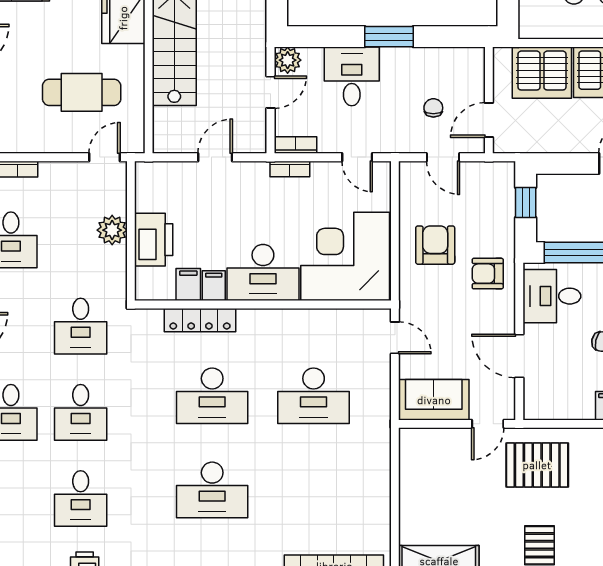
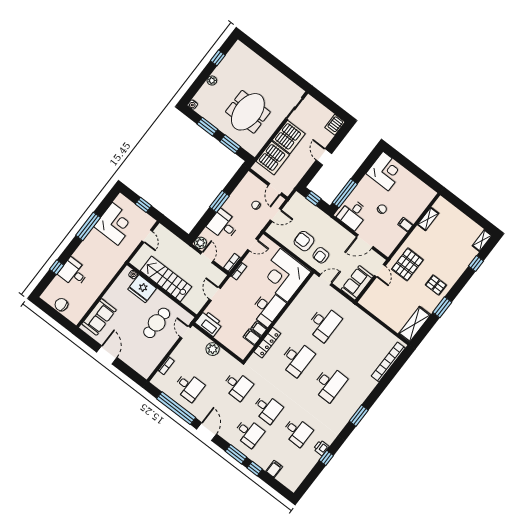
printer: (154, 240) -> (209, 323), moved
armchair: (488, 274) -> (321, 255), moved

